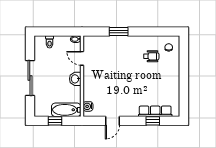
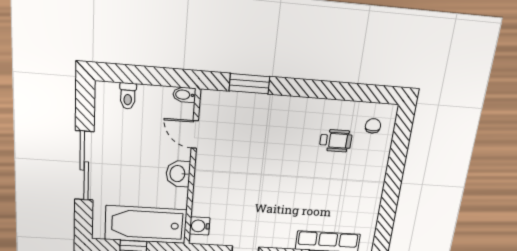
window: (119, 31) -> (249, 84), moved
bathtub: (66, 110) -> (146, 225), width x1.36, depth x1.36

